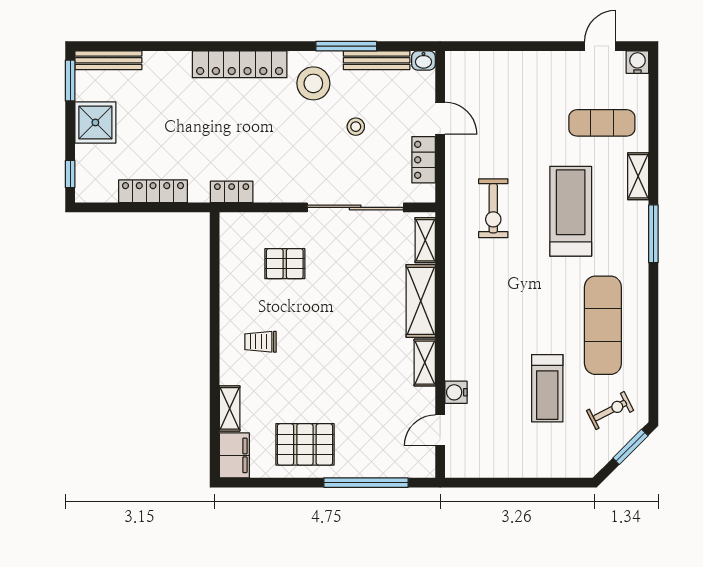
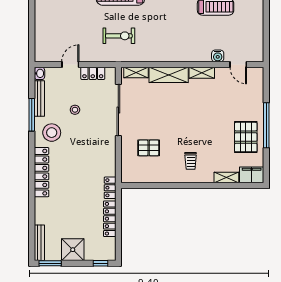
locker: (232, 192) -> (110, 188), moved
pallet: (285, 264) -> (149, 148), turned 90
window: (366, 483) -> (266, 125), moved

